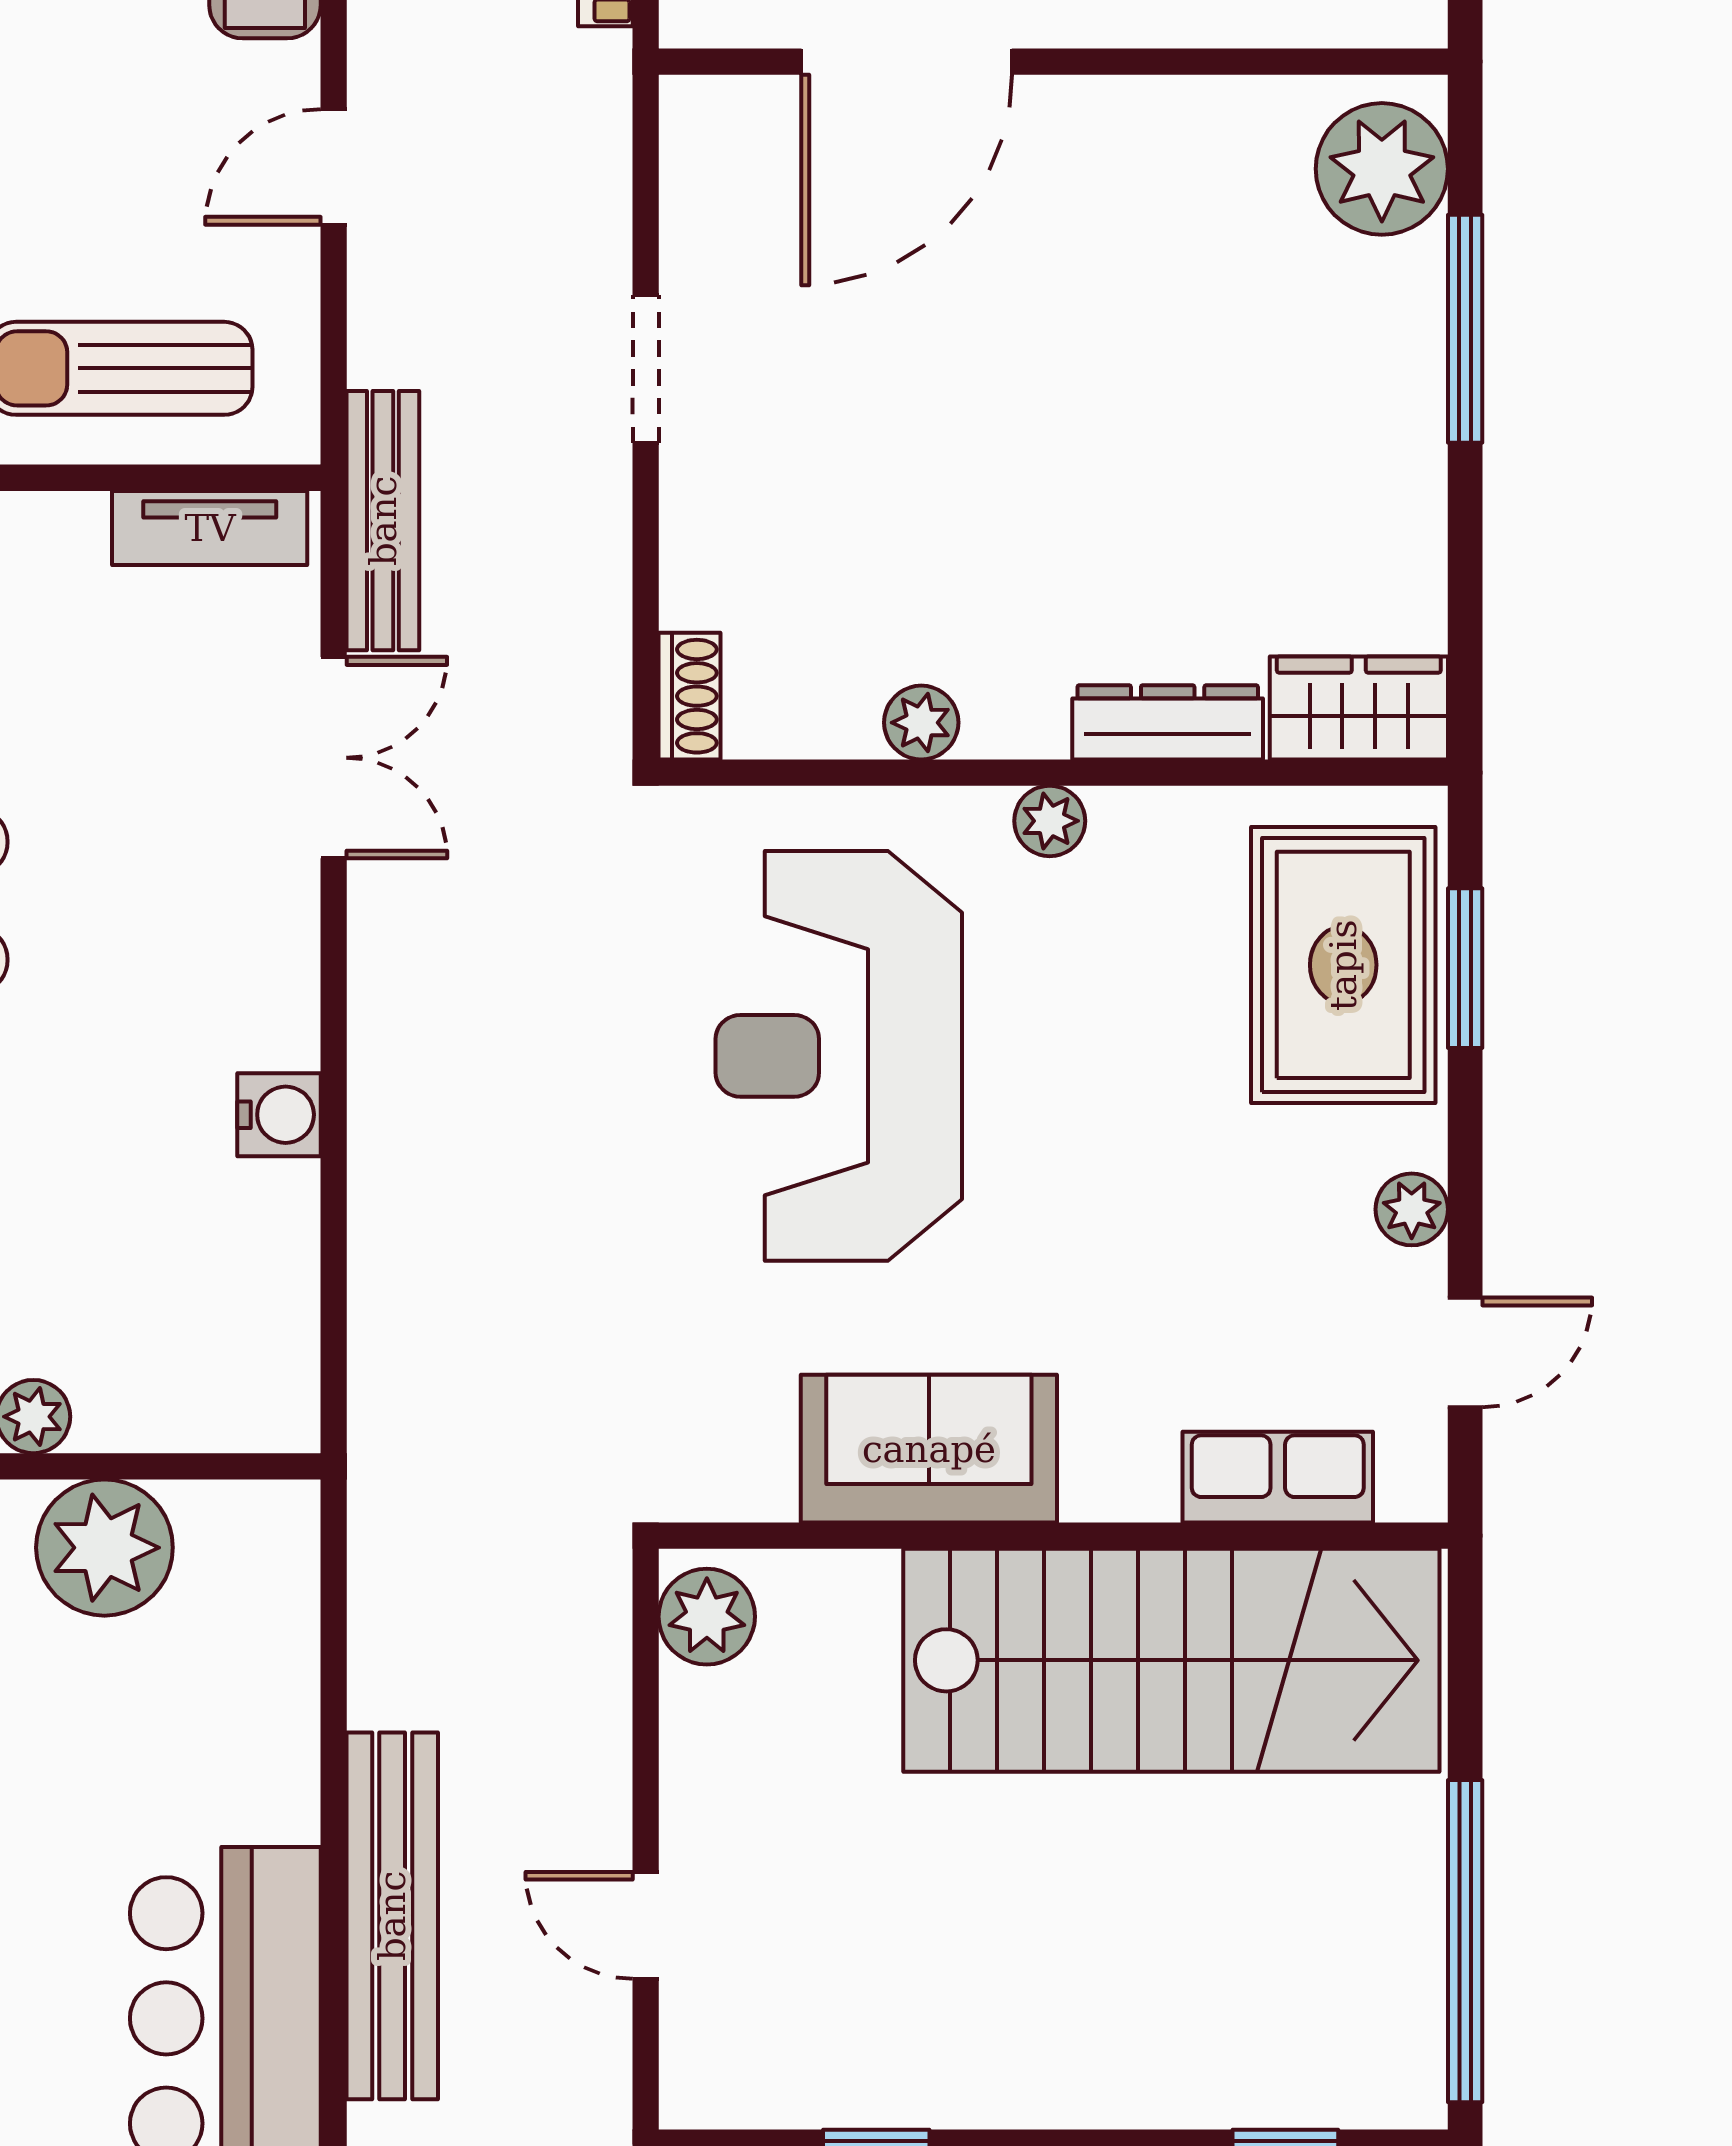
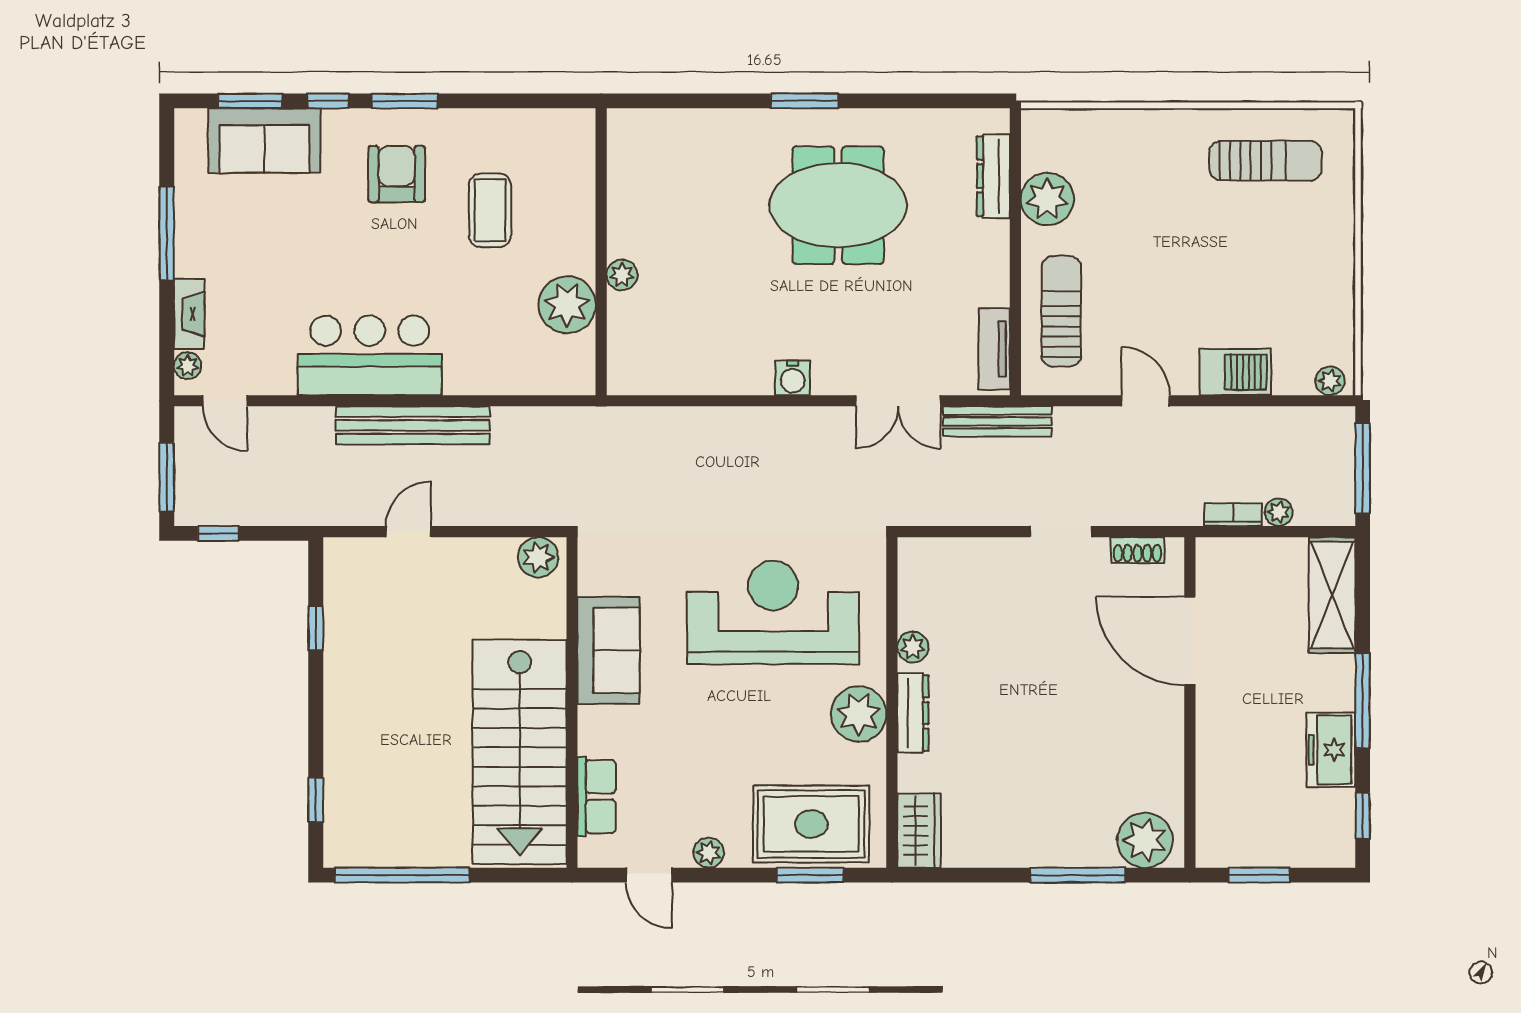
shoe rack: (689, 696) -> (1137, 550), moved
dresser: (1168, 722) -> (913, 713), moved
plant: (1050, 821) -> (859, 714), width x1.88, depth x1.88
water cooler: (279, 1115) -> (793, 378), moved

